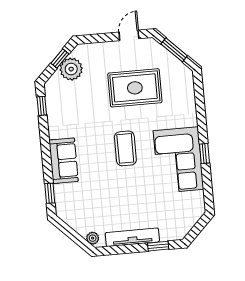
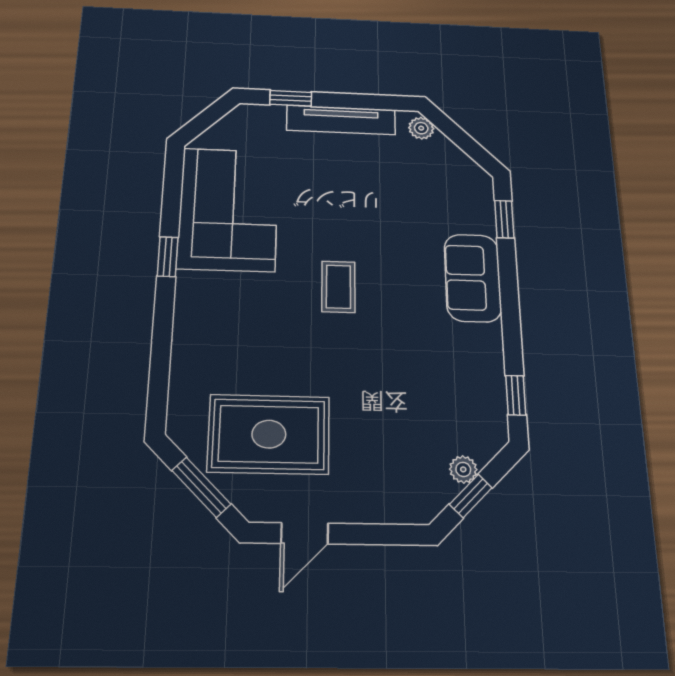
plant: (71, 69) -> (463, 469), width x0.53, depth x0.53
rug: (135, 88) -> (269, 434), moved
coffee table: (125, 148) -> (338, 287), width x0.73, depth x0.77
corner sofa: (178, 160) -> (228, 209), moved

